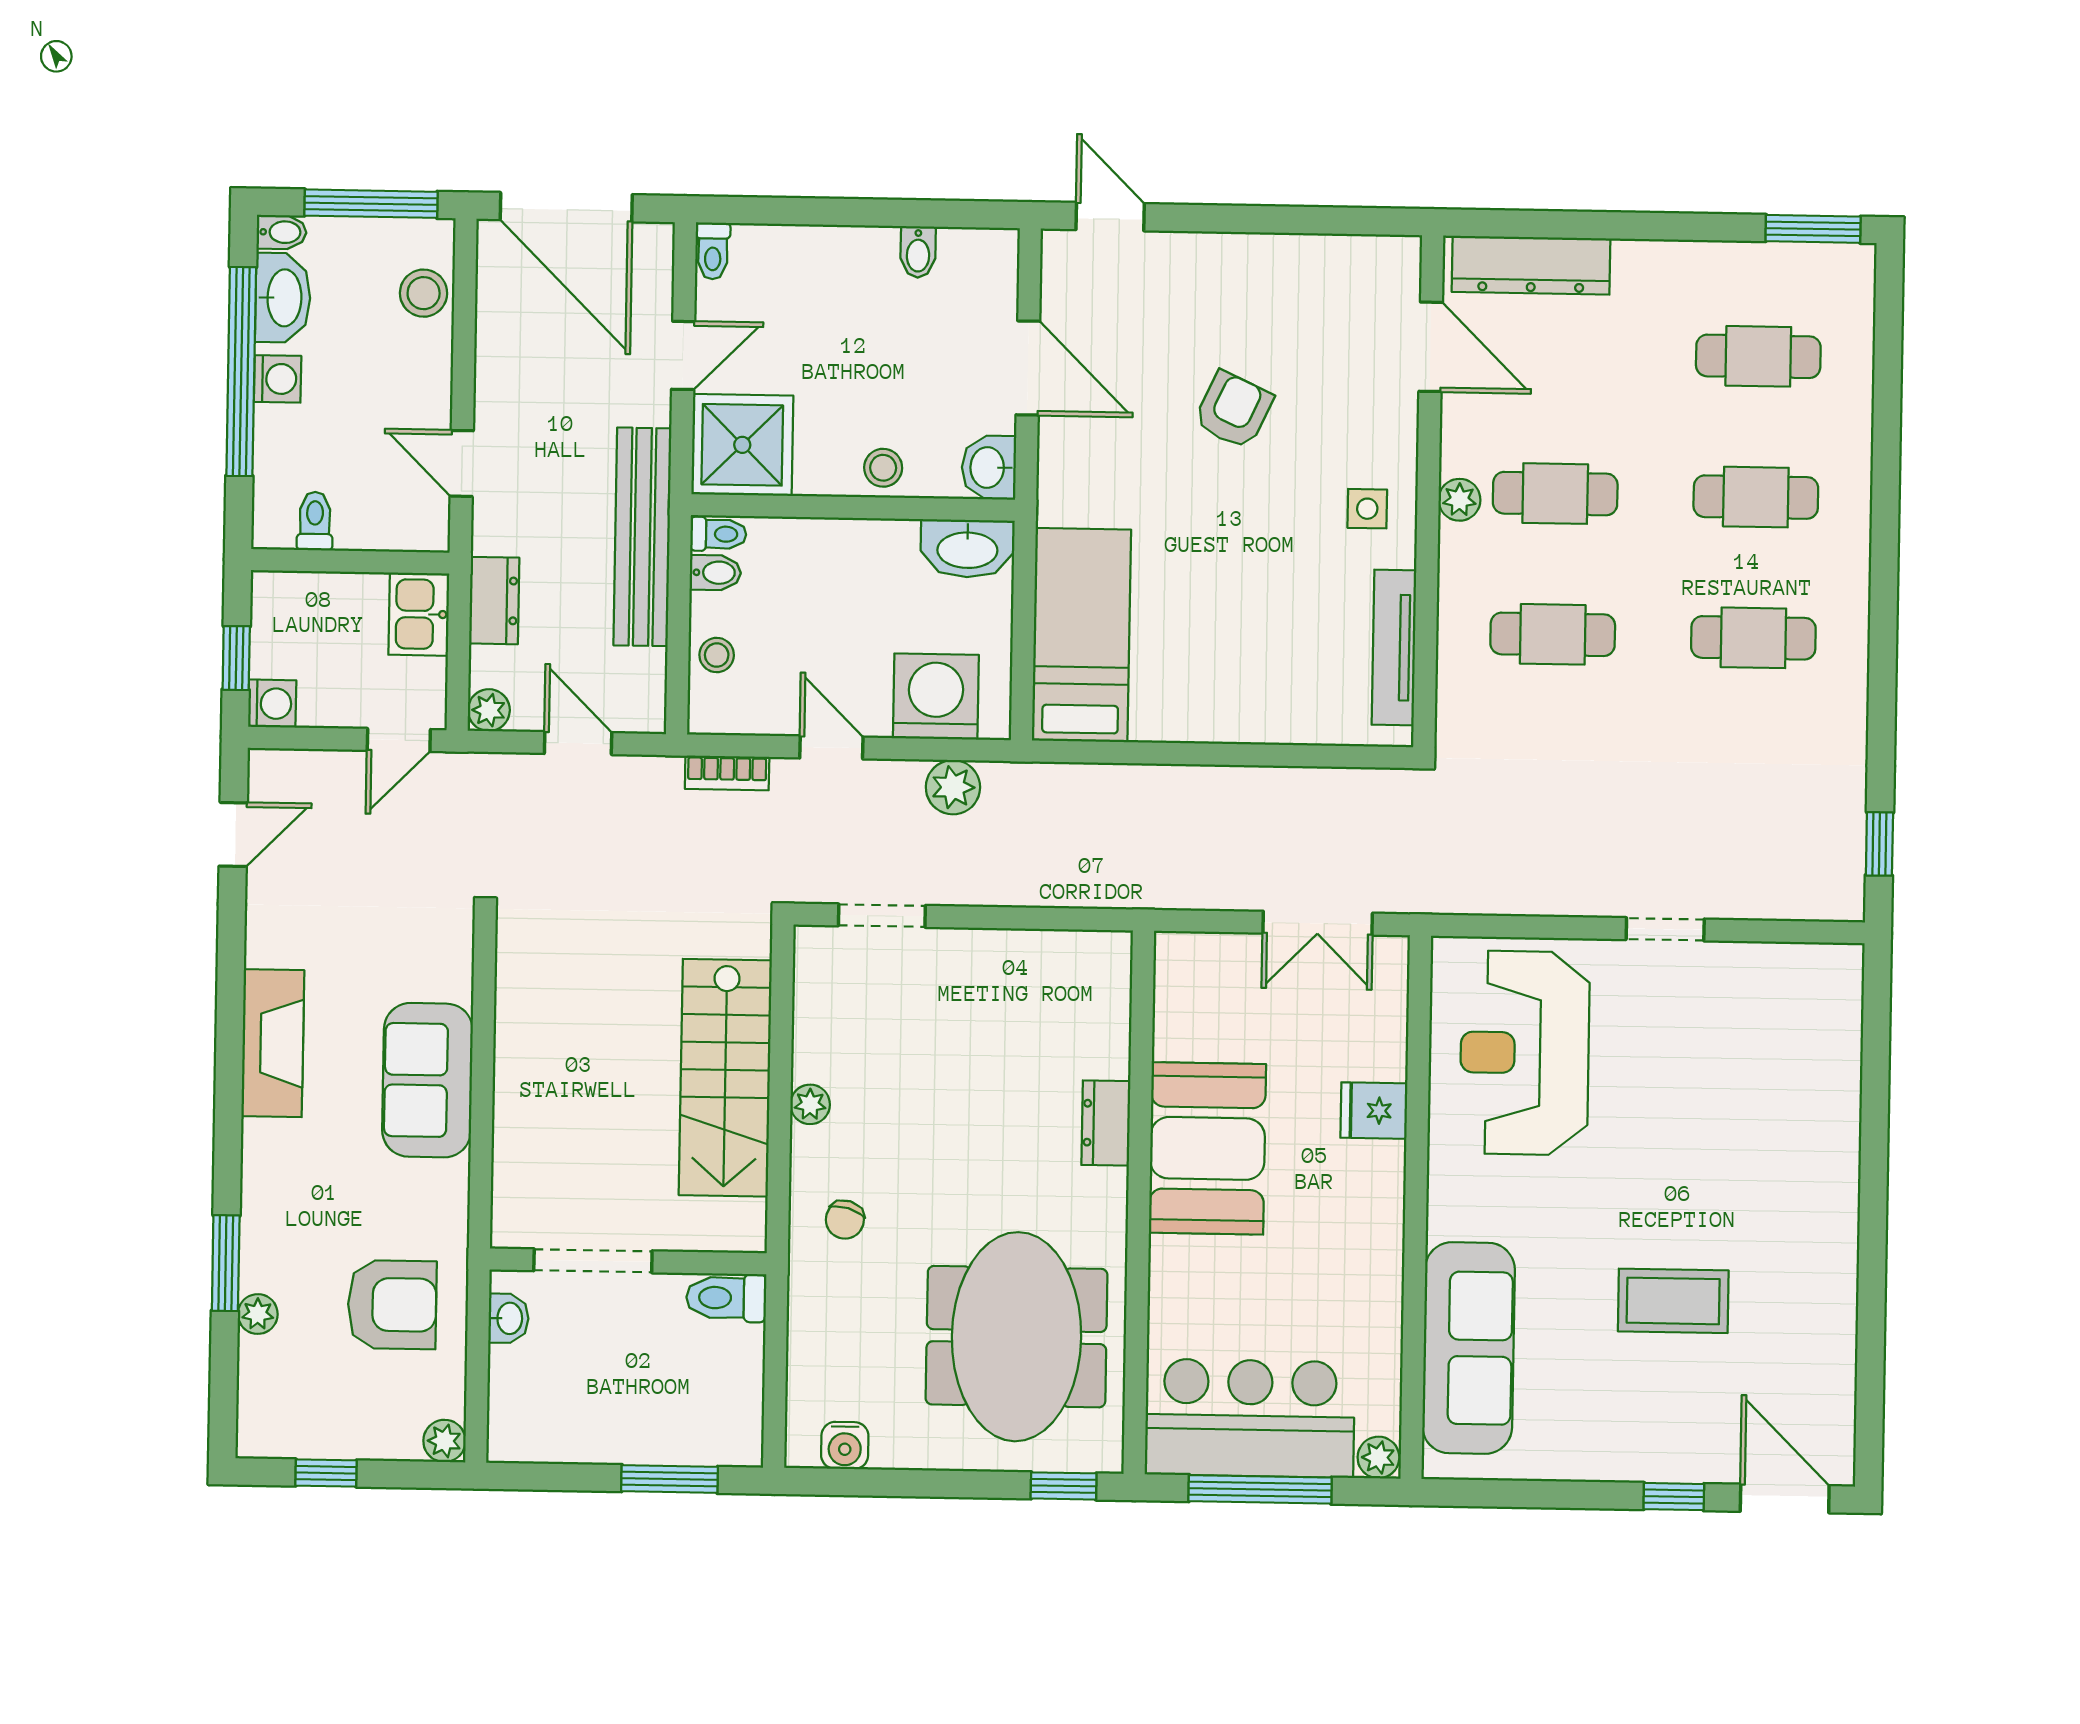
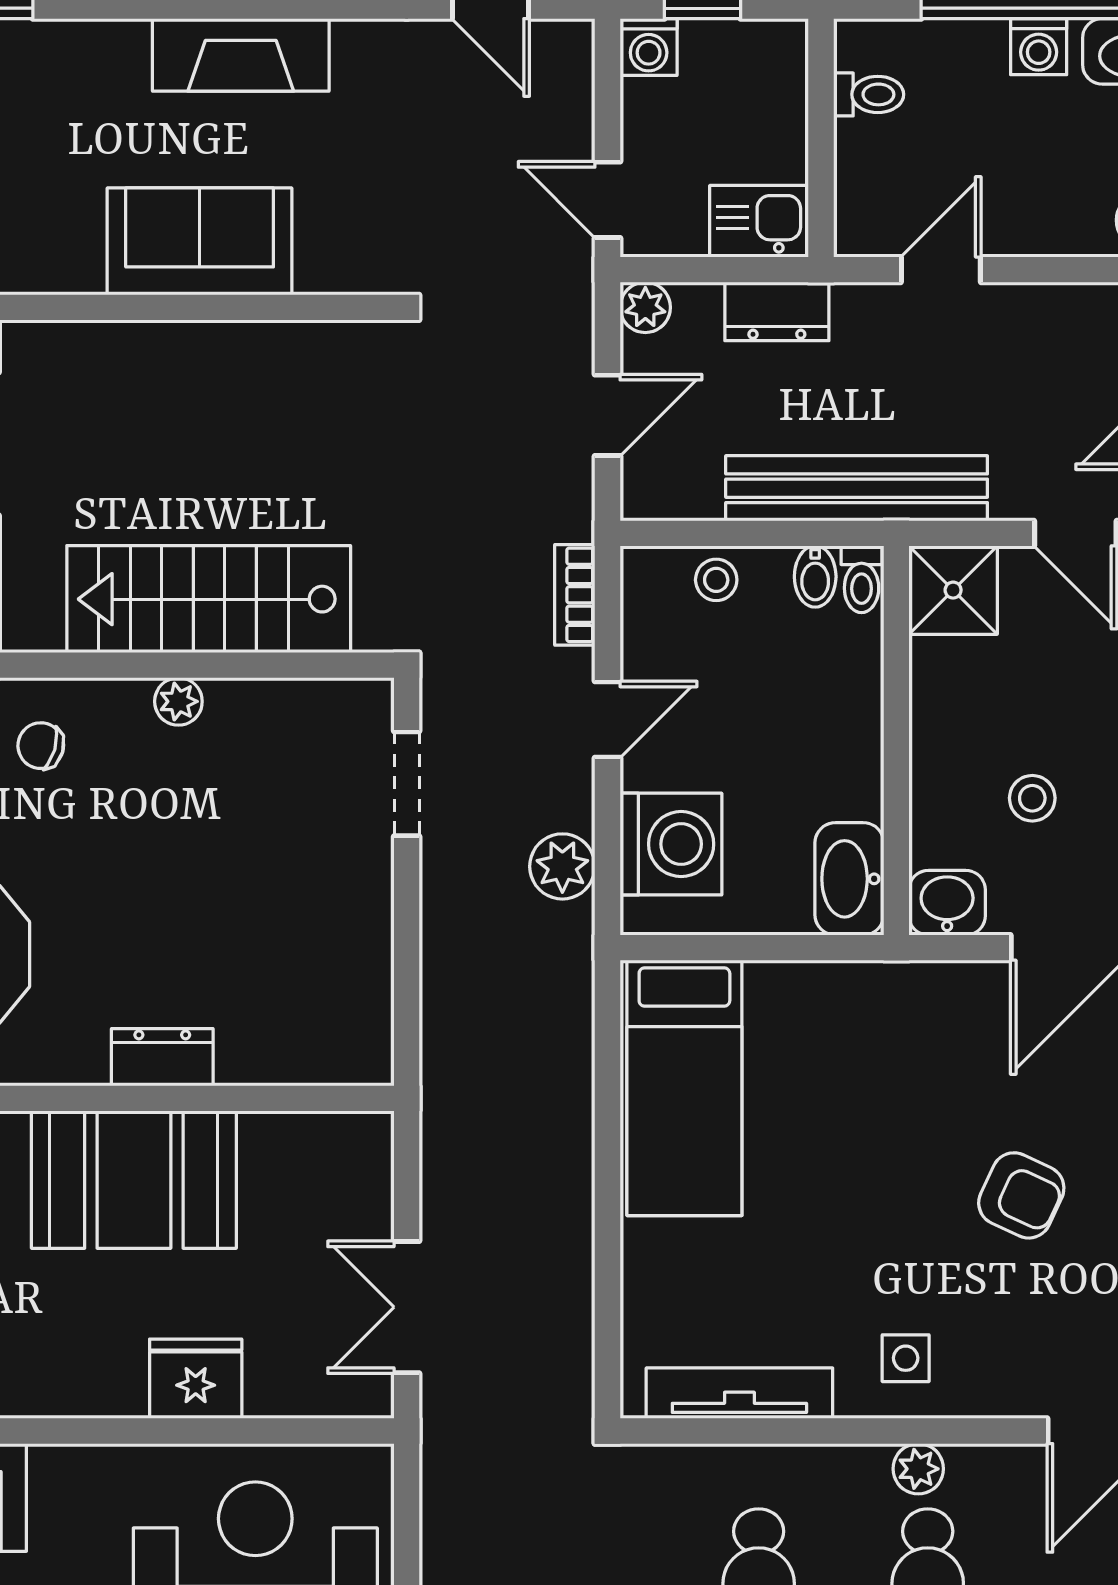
shower: (742, 445) -> (953, 590), width x0.73, depth x0.73
stool: (883, 468) -> (1032, 798), moved
bed: (1082, 635) -> (684, 1088), moved, turned 90
fridge: (1374, 1111) -> (196, 1379), width x1.38

